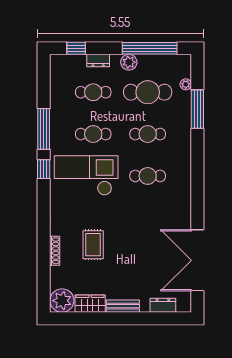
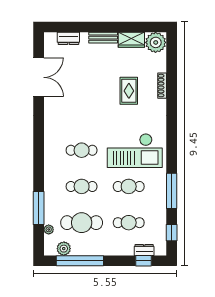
dresser: (98, 61) -> (144, 250), moved
plant: (129, 62) -> (64, 249), moved
window: (44, 169) -> (172, 233), moved
double door: (197, 260) -> (39, 77), width x0.73

